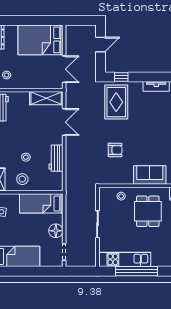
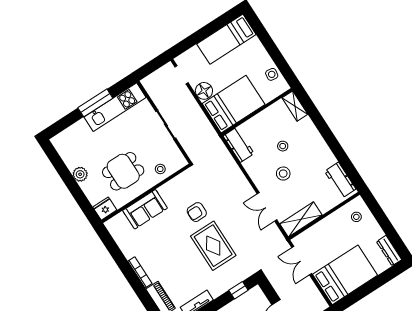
rug: (116, 102) -> (213, 246), moved
workbench: (56, 158) -> (239, 145), moved
stool: (22, 179) -> (283, 174), moved
bed: (41, 203) -> (234, 104), width x1.50
dining table: (148, 211) -> (123, 171), turned 90
window: (137, 271) -> (95, 103), width x0.68

